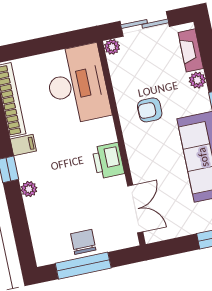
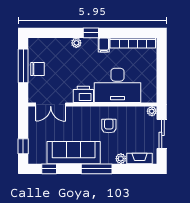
desk: (77, 84) -> (117, 85), moved

